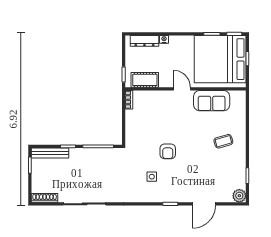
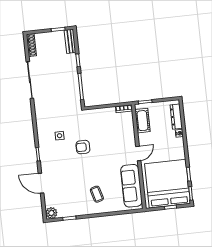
sofa: (212, 101) -> (131, 186), width x1.36
bench: (50, 153) -> (70, 41), width x0.73

